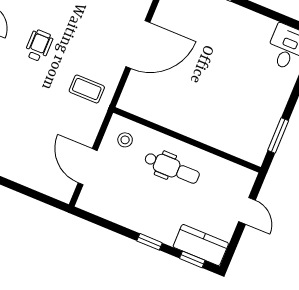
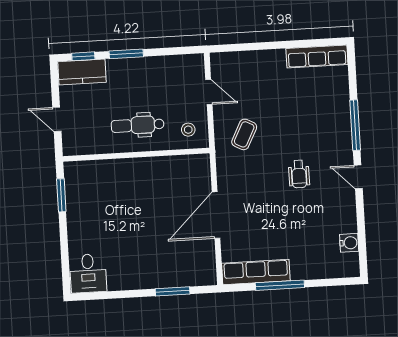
coffee table: (87, 89) -> (244, 134), moved, turned -63
door: (88, 167) -> (209, 92), width x0.73
window: (150, 242) -> (126, 54), width x1.50

